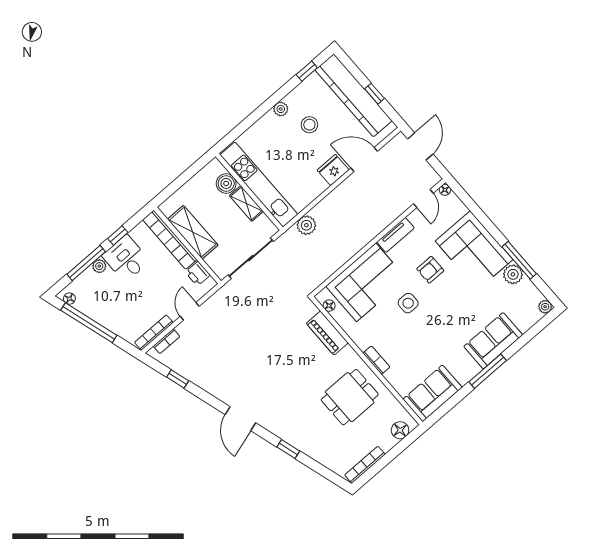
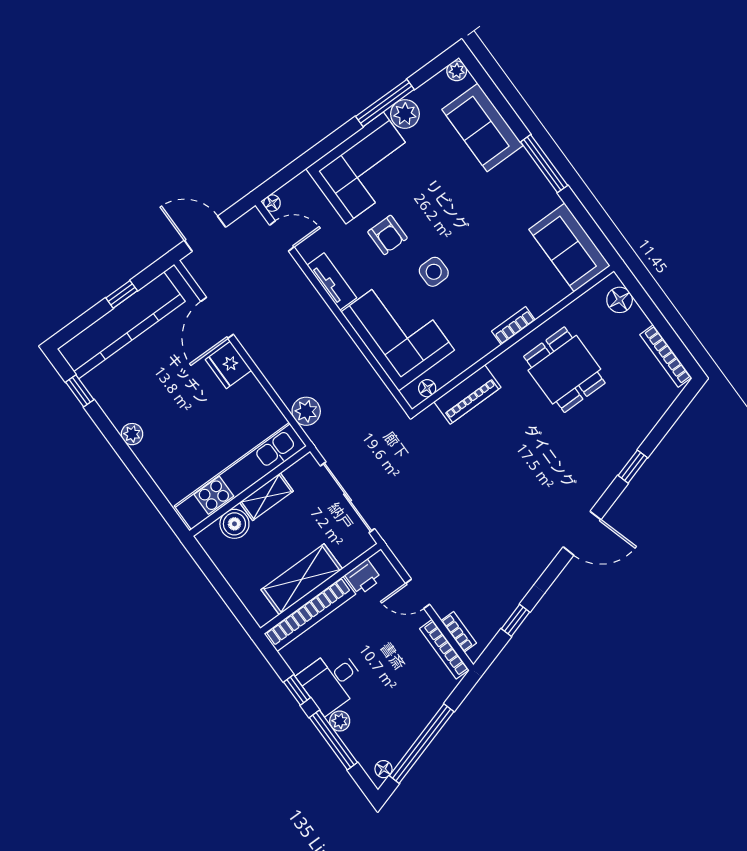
stool: (309, 125) -> (159, 394), removed
sofa: (493, 341) -> (482, 127), moved

